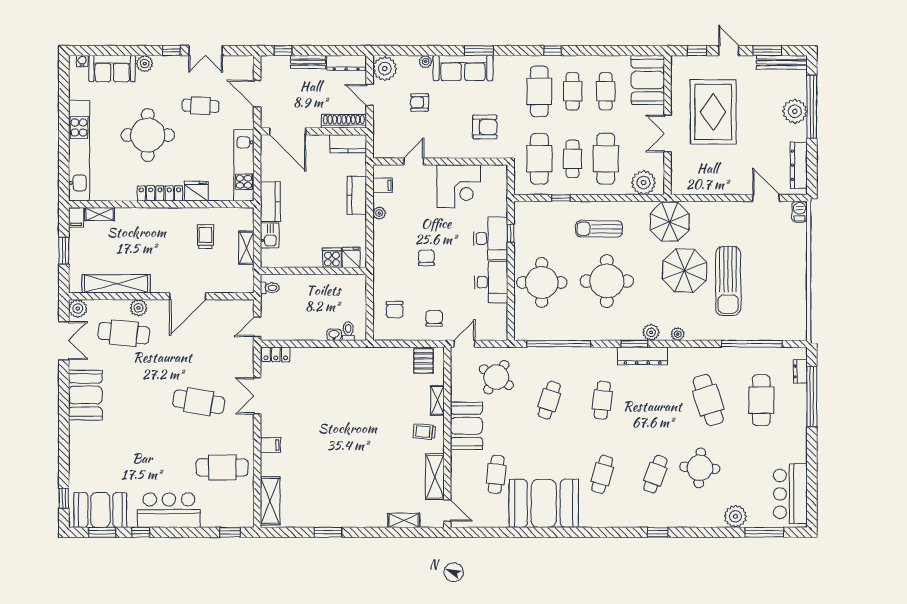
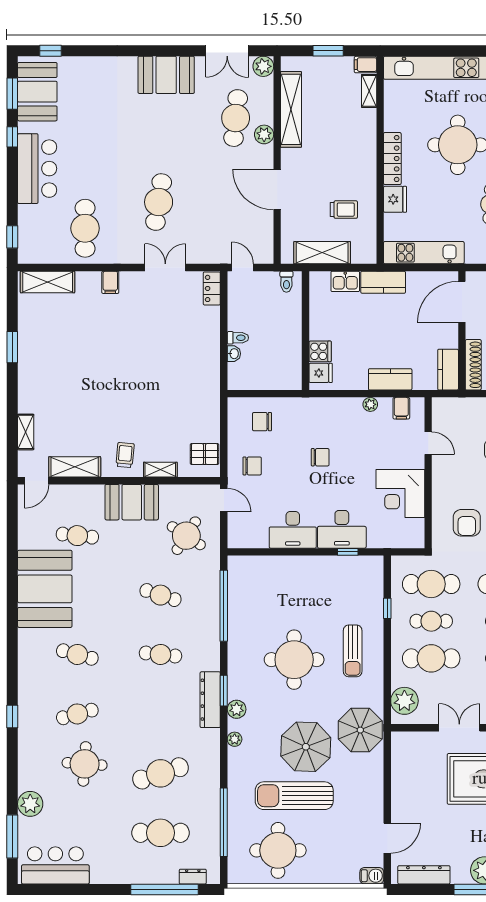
sun lounger: (599, 229) -> (353, 651), turned 180
shelving: (246, 248) -> (322, 253), width x1.50, depth x1.33
round table: (542, 282) -> (278, 850), moved
toilet: (348, 331) -> (238, 338), moved
cafe table: (655, 474) -> (77, 714), turned -36

